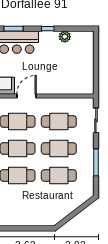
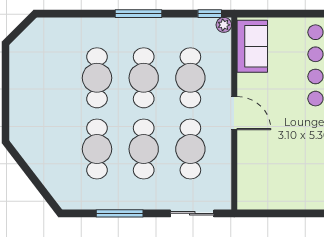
door: (26, 96) -> (234, 113), moved

